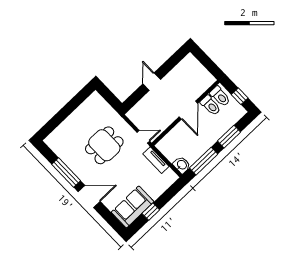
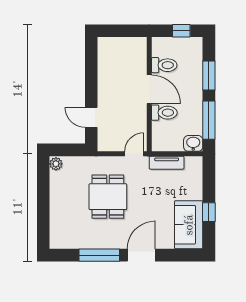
door: (152, 82) -> (91, 117), moved
toilet: (220, 96) -> (164, 113), moved
plant: (95, 98) -> (56, 164), added

